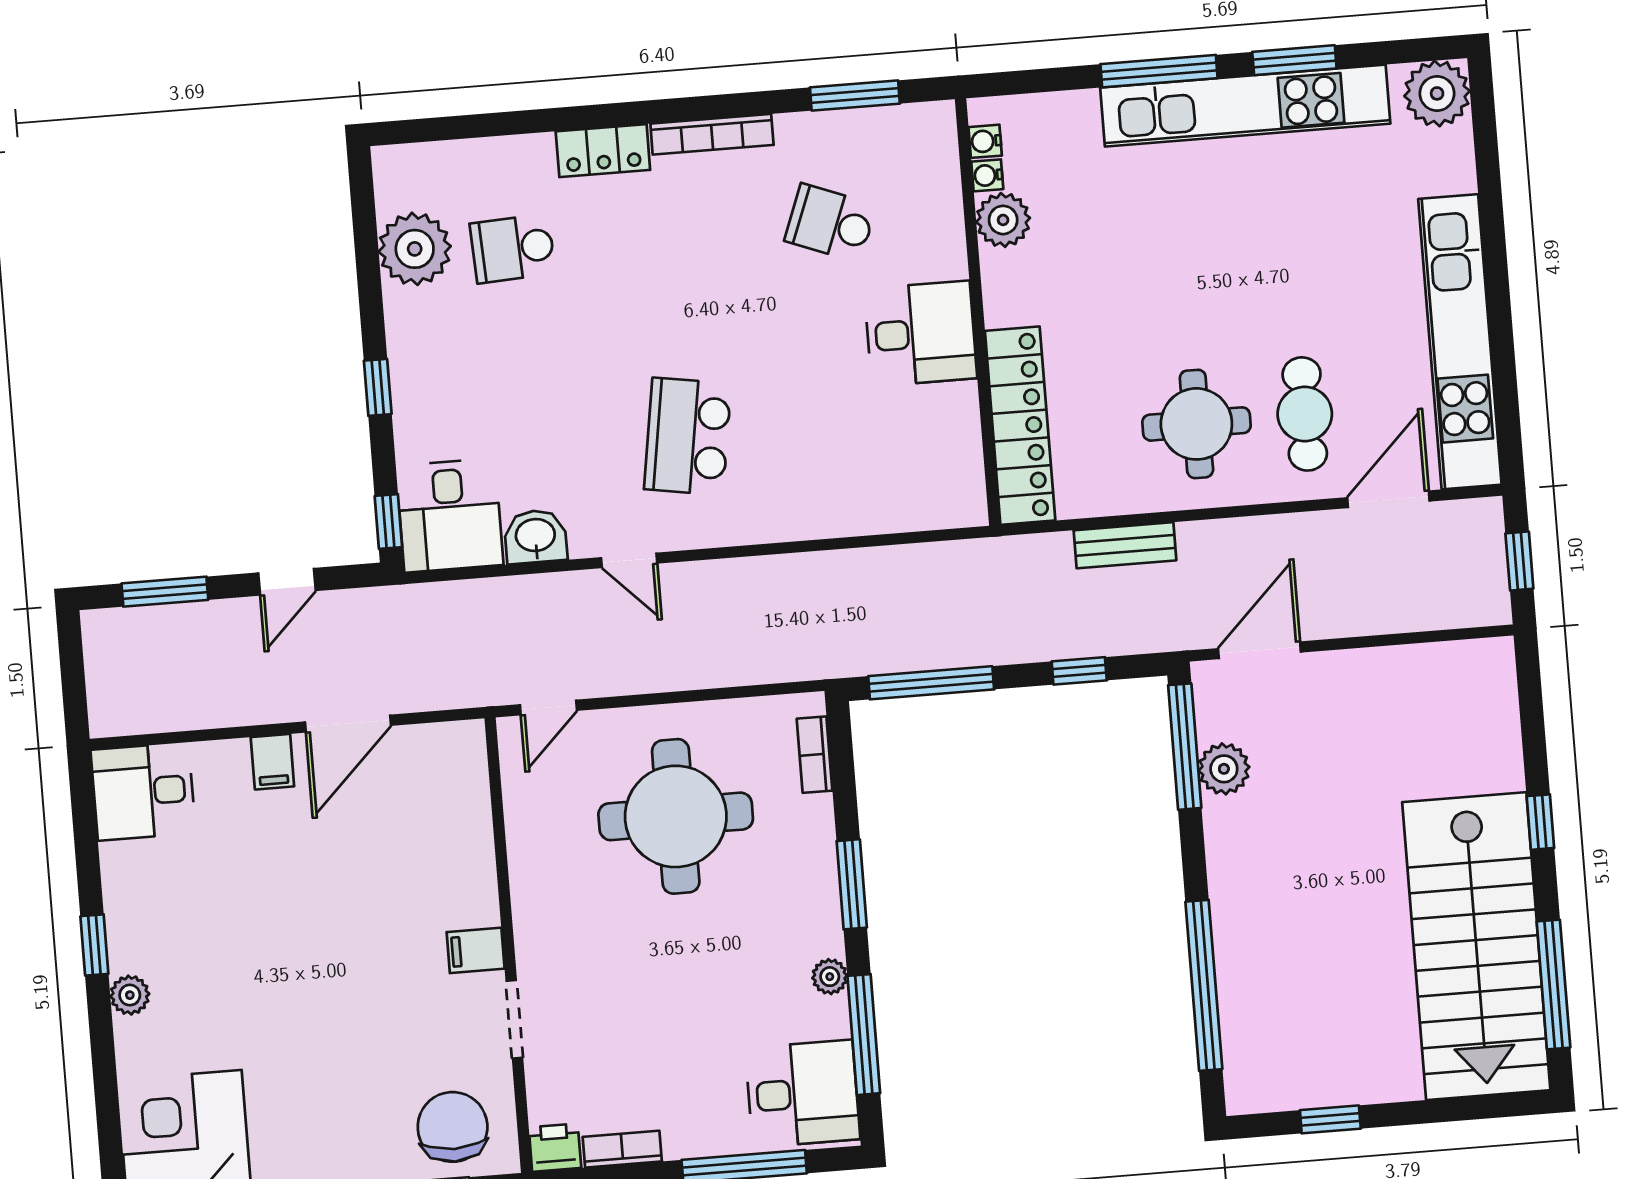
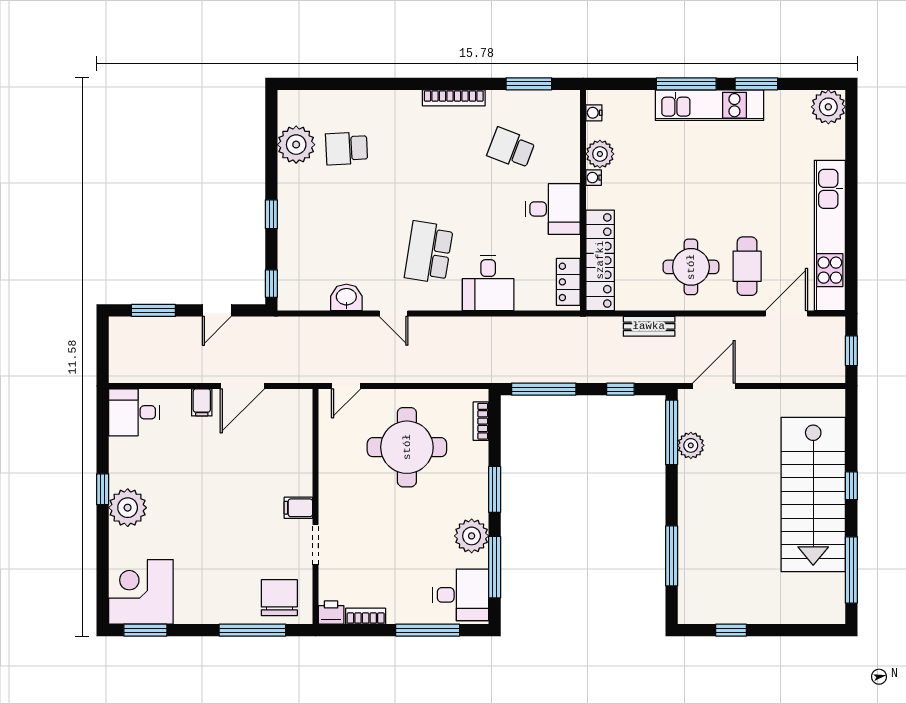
kitchen unit: (1245, 106) -> (710, 105), width x0.73
locker: (603, 151) -> (568, 282), moved, turned 90
water cooler: (987, 175) -> (594, 178), moved
desk: (450, 515) -> (488, 283), moved
stairs: (1476, 946) -> (813, 494), moved
plant: (830, 977) -> (472, 536), width x1.87, depth x1.87
window: (1204, 985) -> (672, 556), width x0.68
plant: (130, 995) -> (128, 508), width x1.88, depth x1.88

